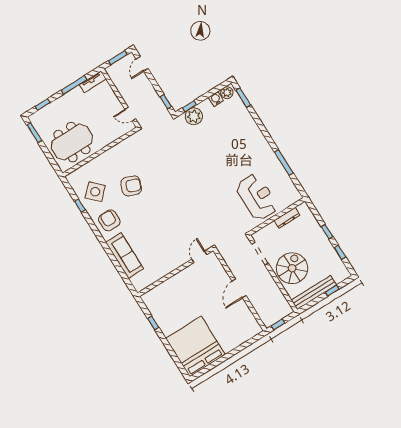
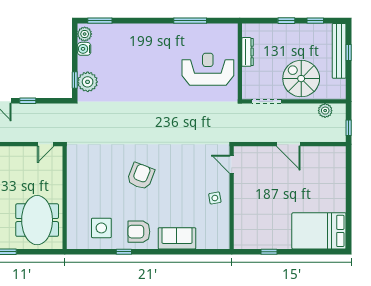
window: (166, 102) -> (28, 101), moved
armchair: (131, 186) -> (141, 176), moved
side table: (95, 192) -> (101, 228), turned 45
window: (80, 206) -> (124, 252), moved
sofa: (125, 256) -> (177, 238), width x0.73
side table: (168, 260) -> (215, 198), added
bench: (314, 293) -> (339, 51), moved
plant: (280, 300) -> (325, 111), added
bed: (195, 346) -> (319, 231), width x0.73

